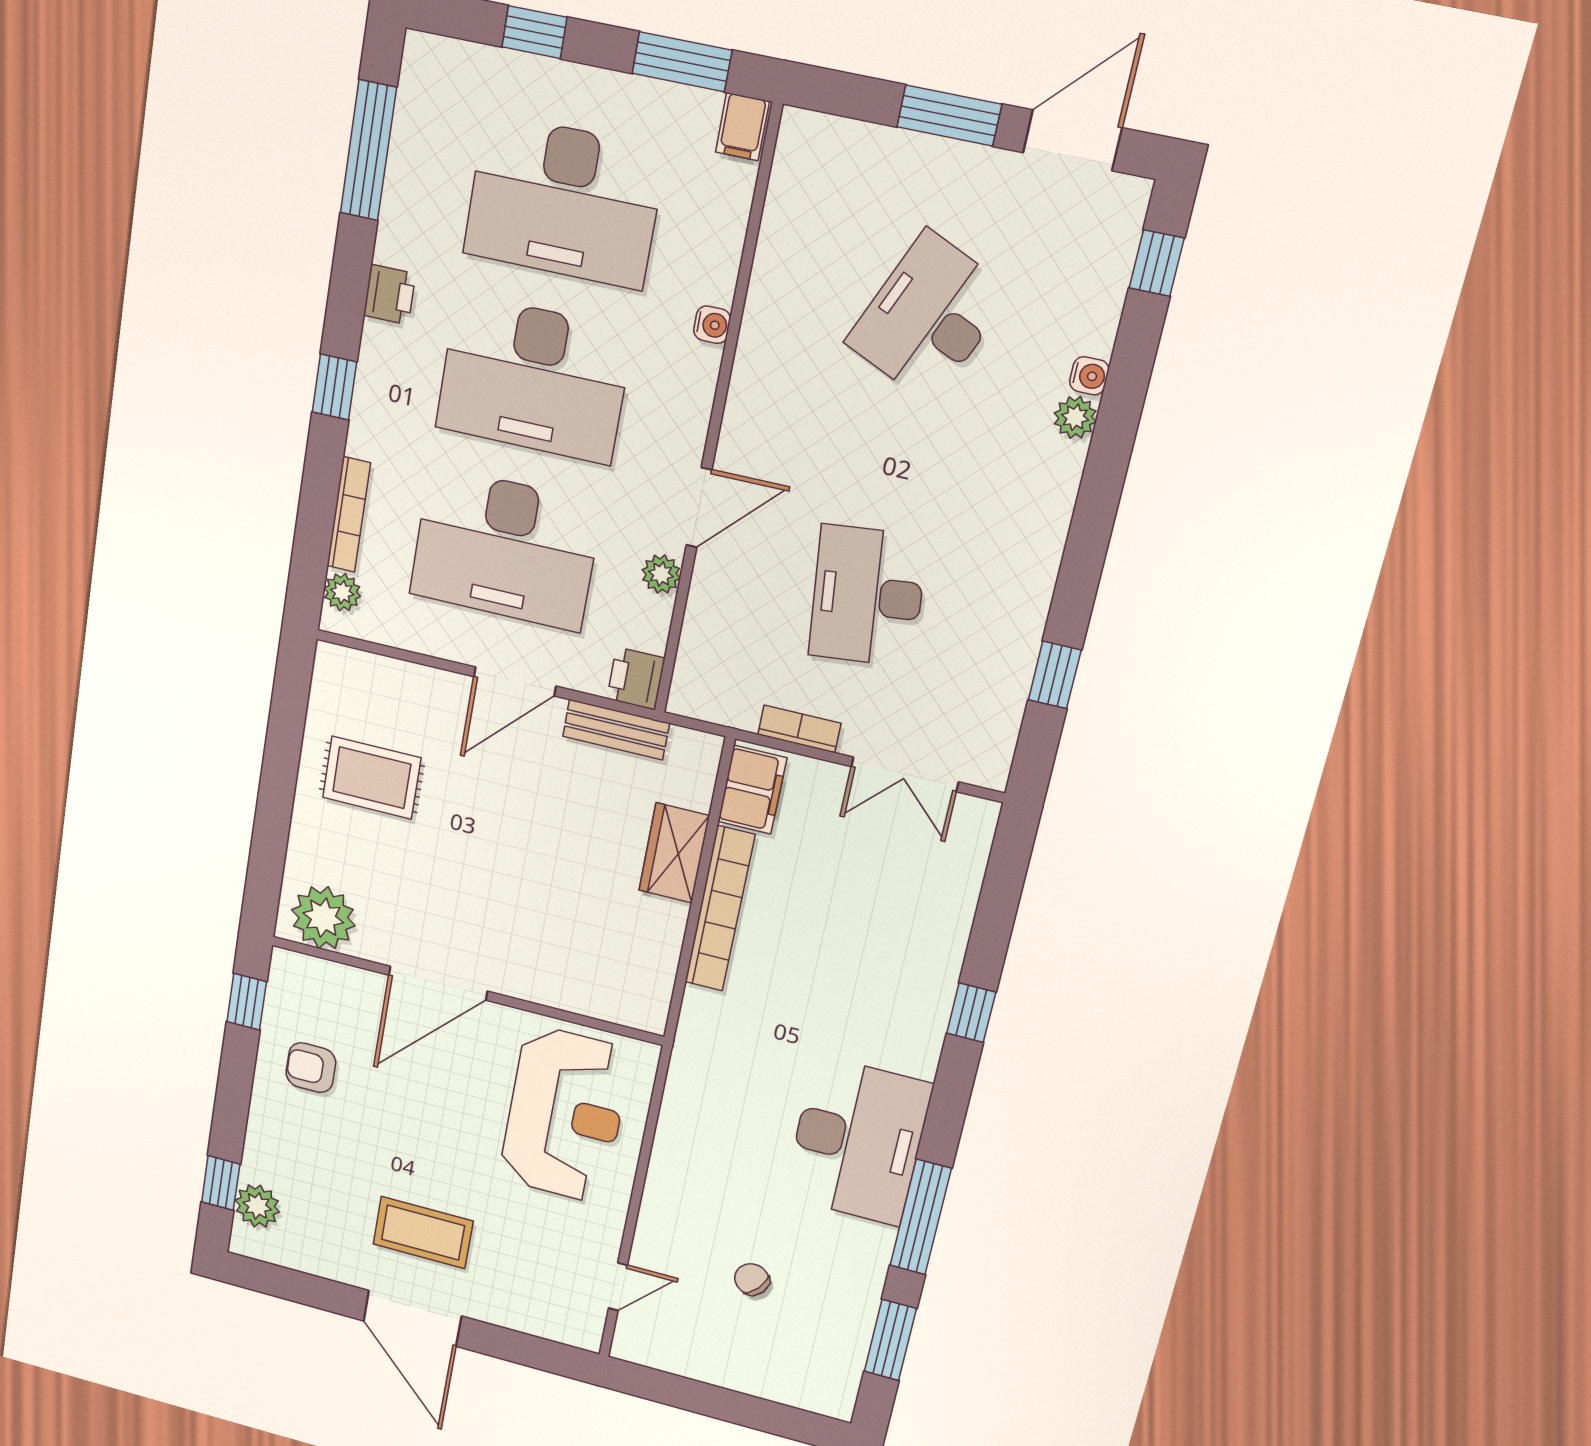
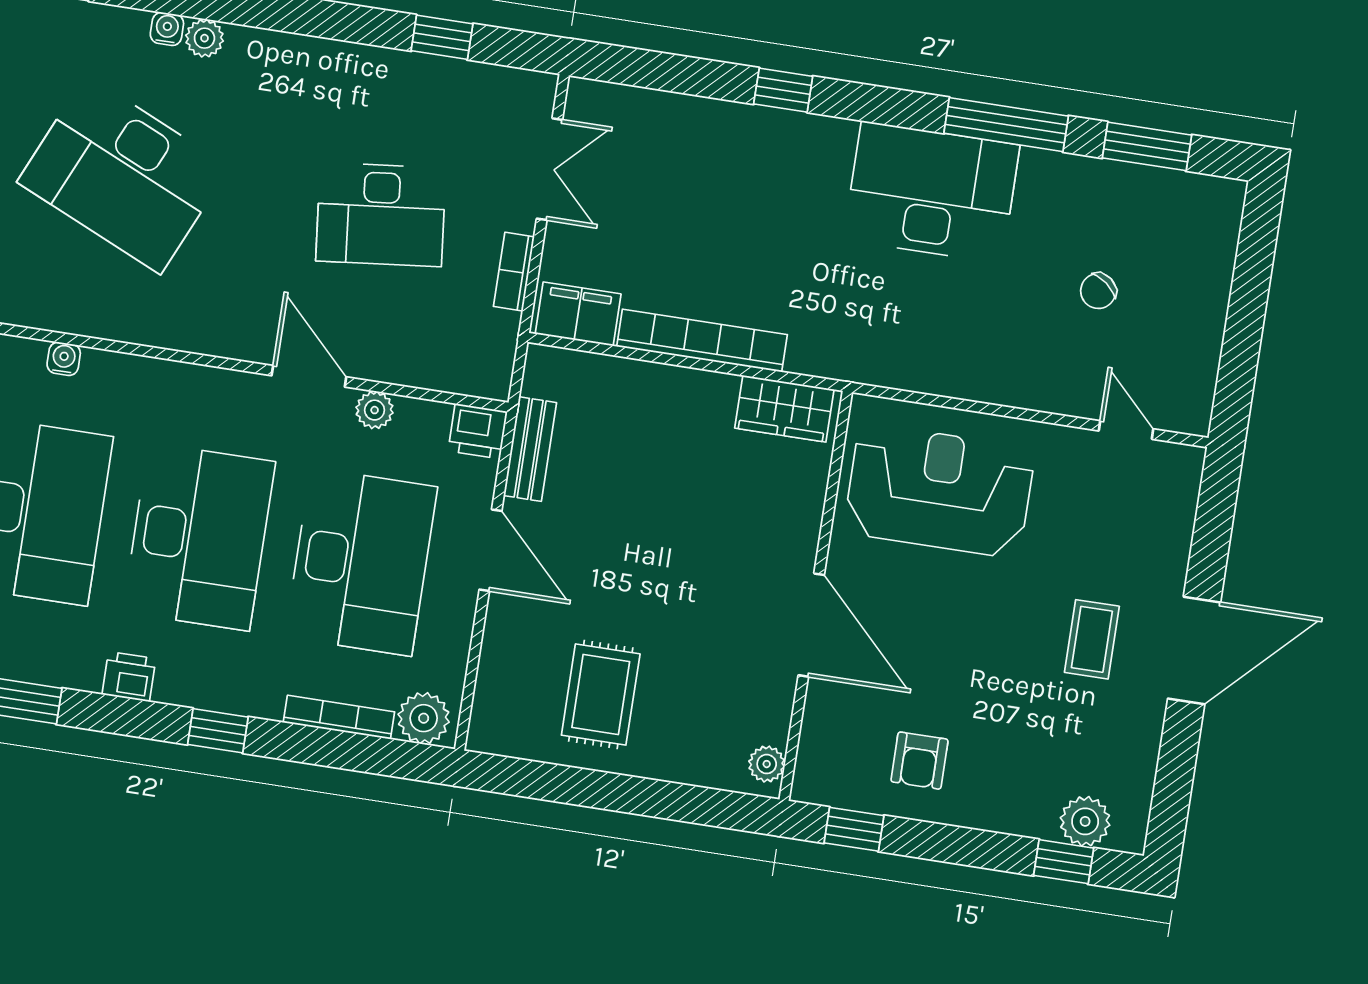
desk: (929, 317) -> (123, 175), width x1.36, depth x1.30
water cooler: (712, 325) -> (64, 359), moved
plant: (342, 592) -> (424, 718), width x1.38, depth x1.38
wardrobe: (674, 853) -> (784, 409), moved
plant: (323, 918) -> (767, 764), width x0.53, depth x0.53
coffee table: (423, 1232) -> (1092, 639), width x0.73, depth x0.77

